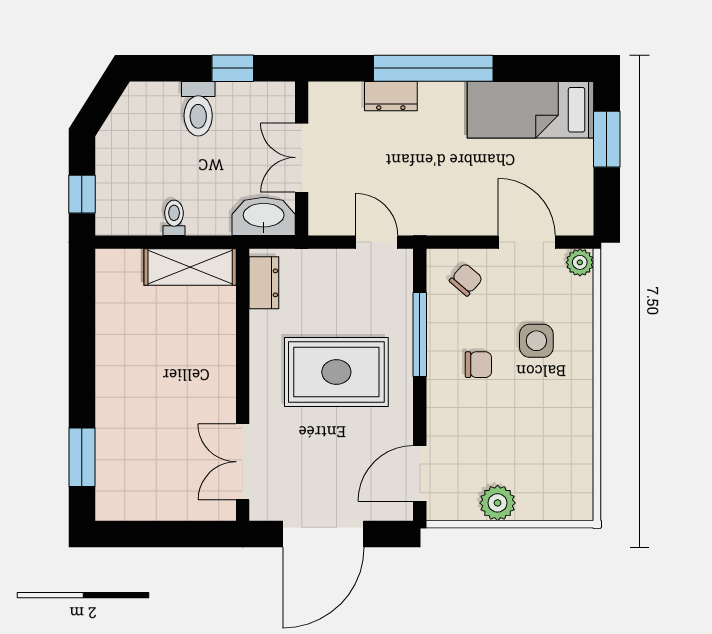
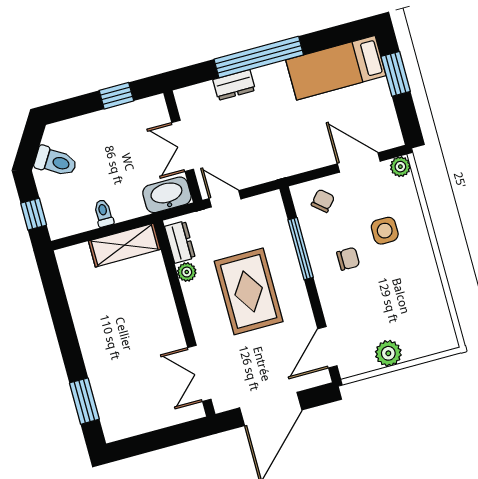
toilet: (198, 109) -> (56, 162), moved, turned -58
door: (377, 242) -> (225, 199), moved
plant: (262, 324) -> (187, 272), added
rug: (336, 372) -> (249, 291), turned 90

